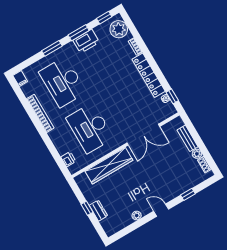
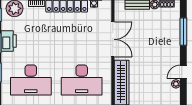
window: (188, 194) -> (183, 32), width x2.17
door: (161, 210) -> (183, 72), moved

